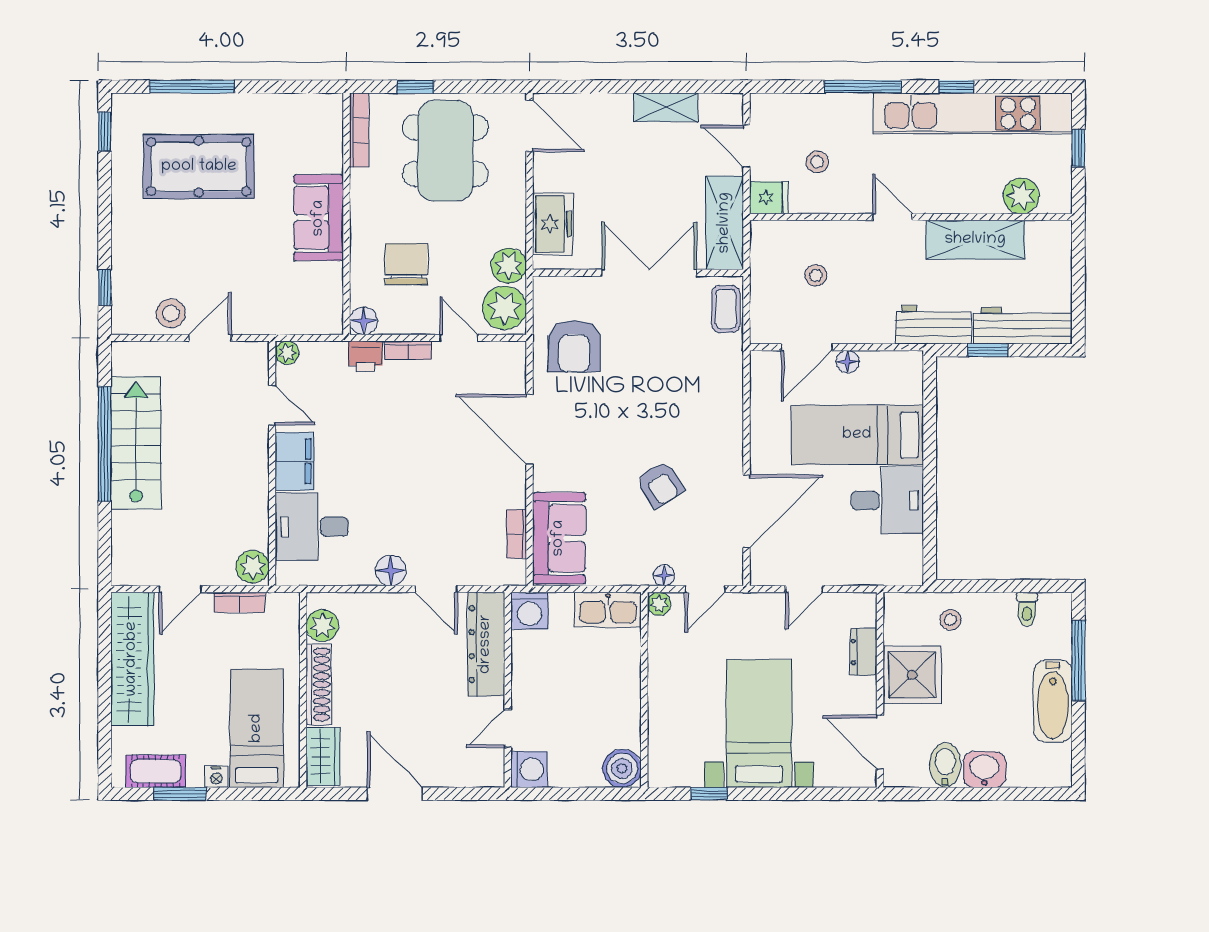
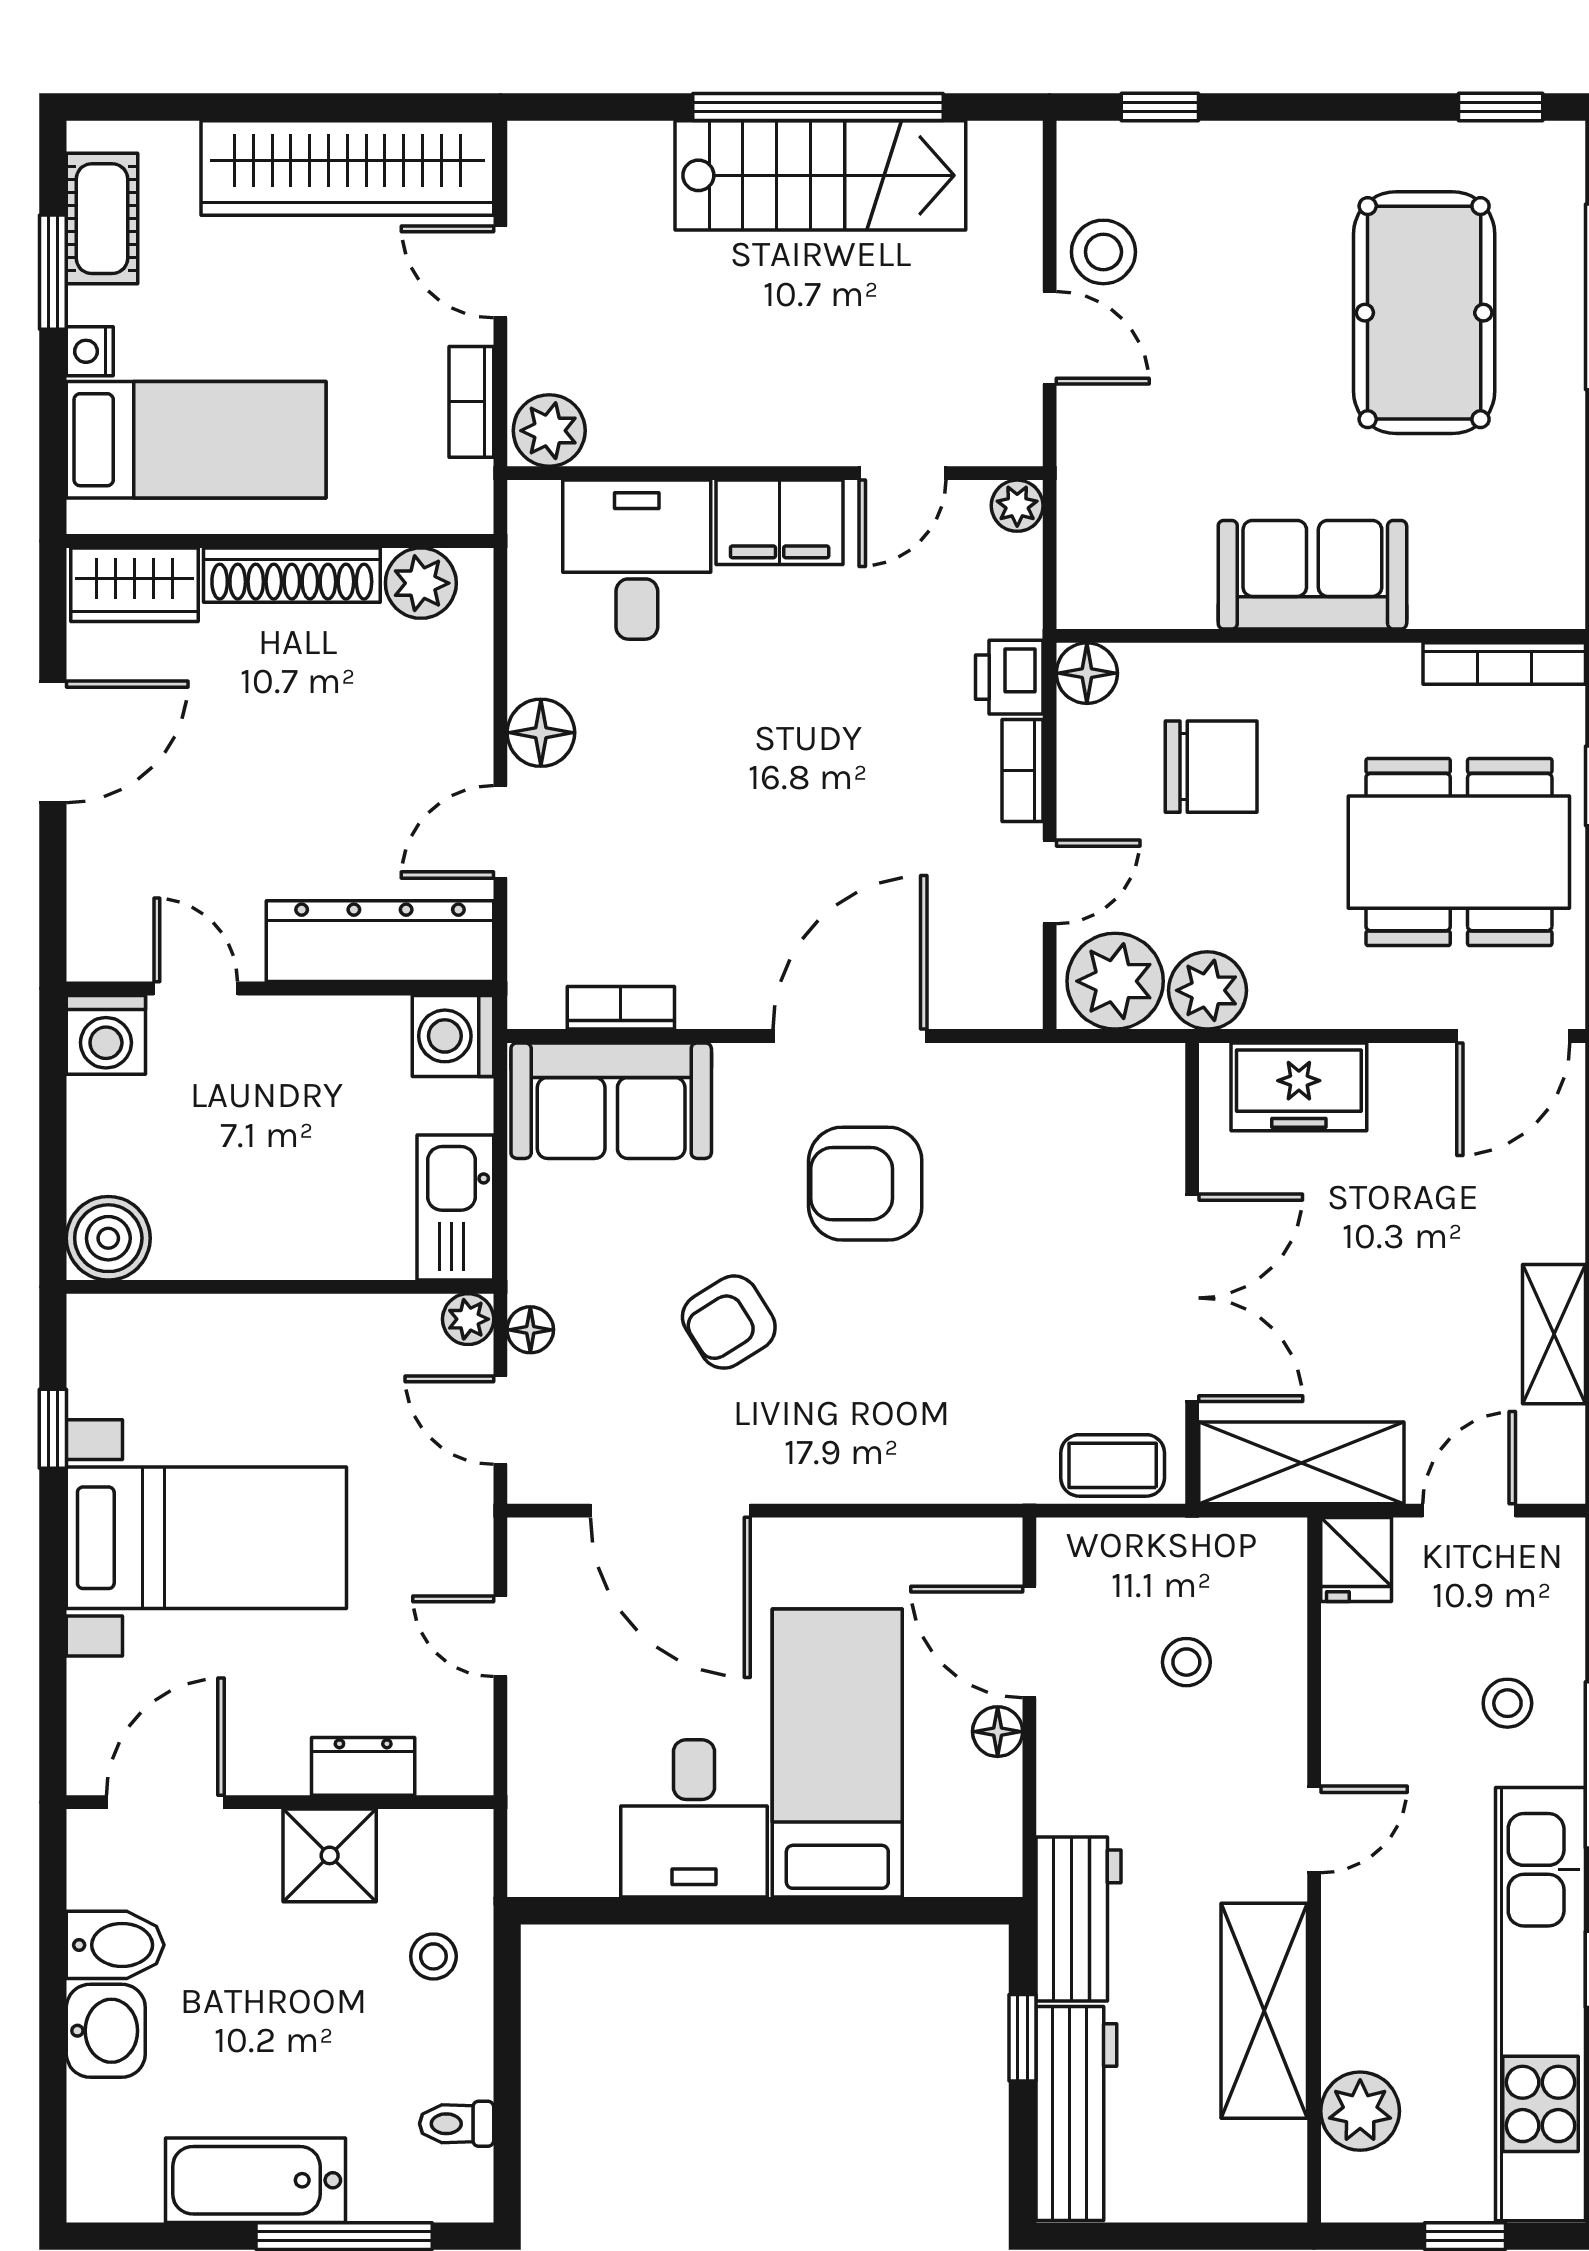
stool: (817, 162) -> (1507, 1703), moved
armchair: (574, 346) -> (865, 1184), moved
shower: (912, 675) -> (330, 1855), width x0.73, depth x0.73

